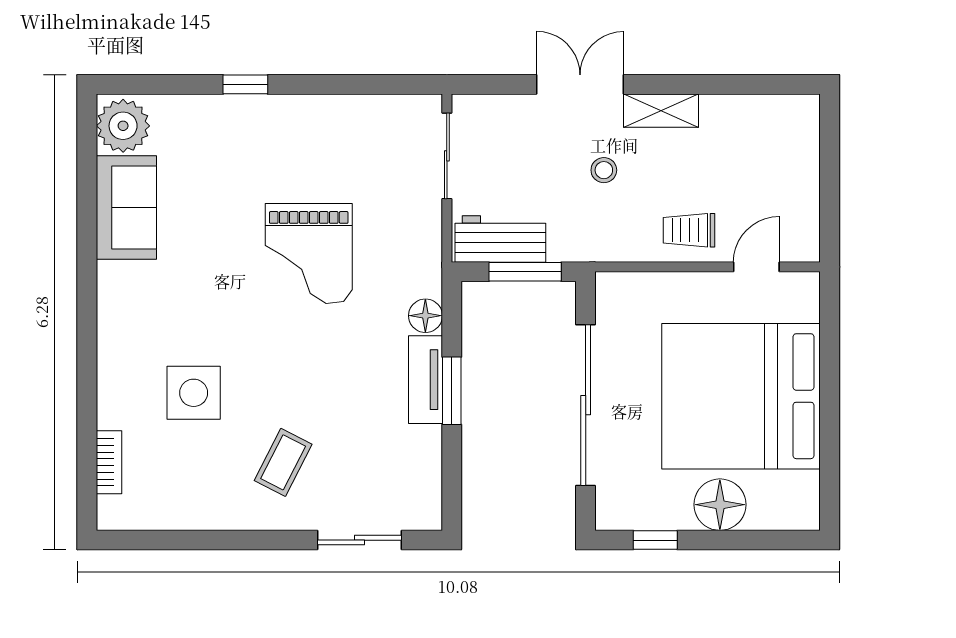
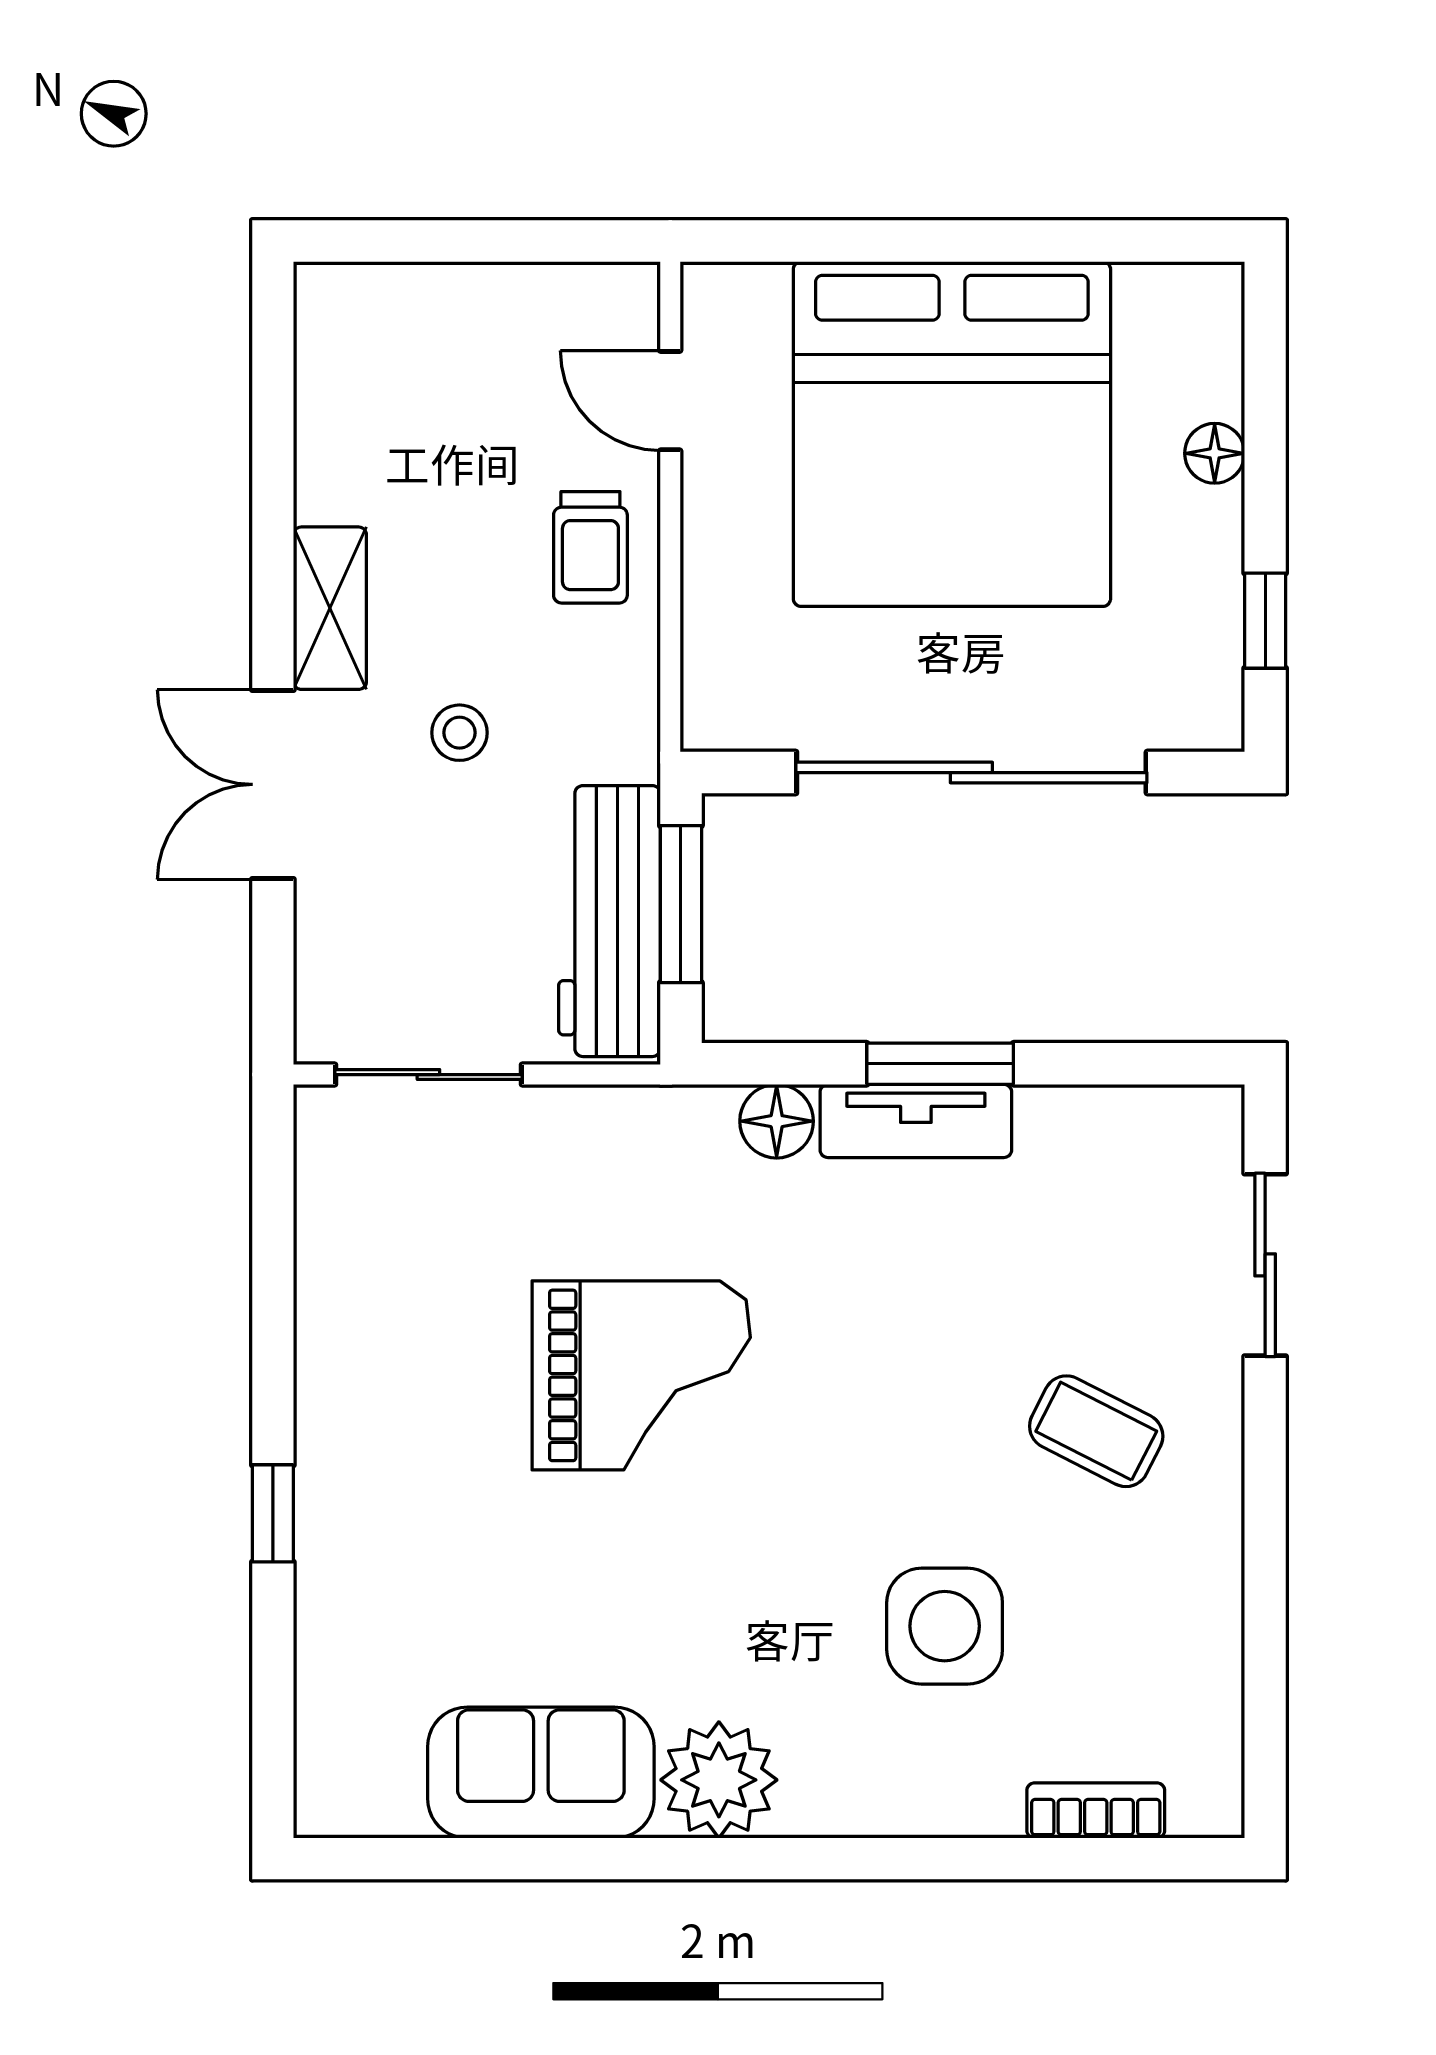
plant: (123, 126) -> (719, 1780), moved
workbench: (500, 239) -> (609, 921), width x1.38
floor lamp: (720, 505) -> (1215, 453), width x0.53, depth x0.53

